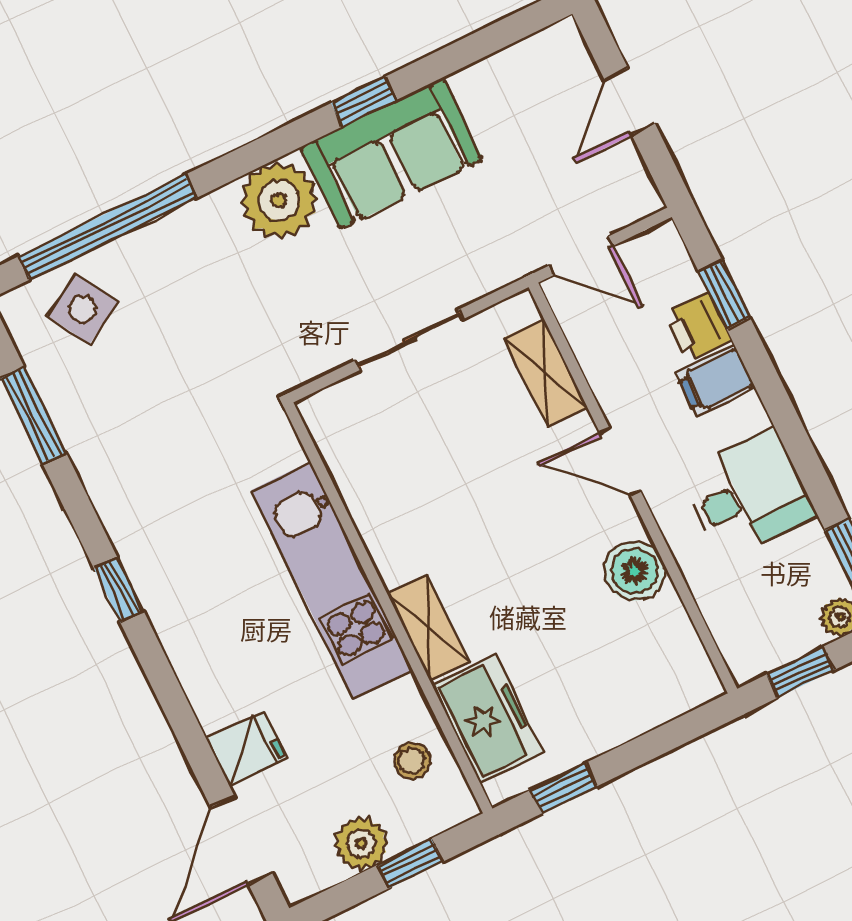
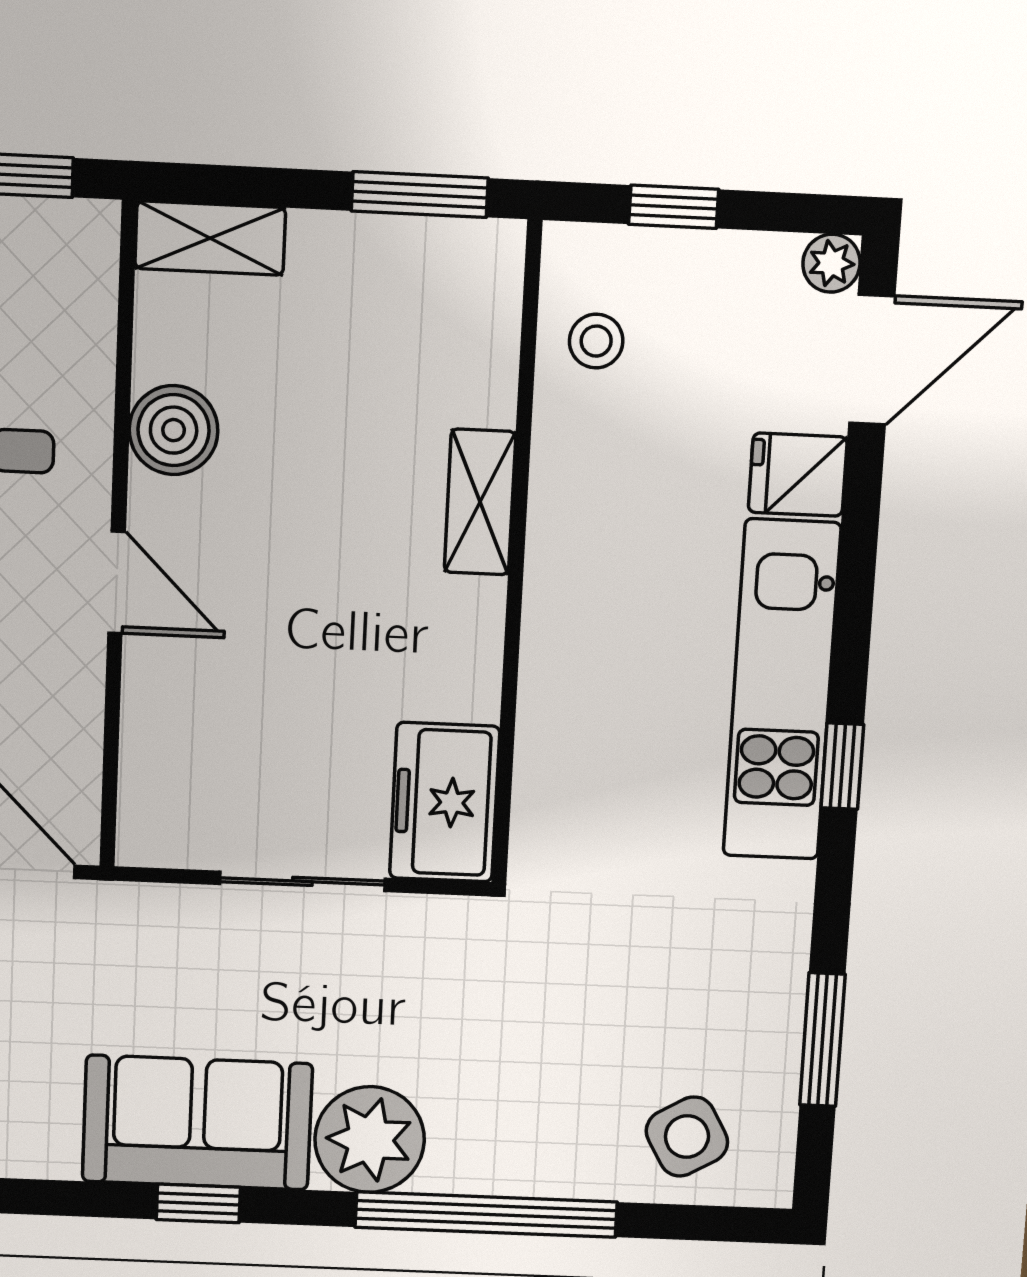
window: (107, 227) -> (486, 1215), moved
shelving: (546, 373) -> (210, 238), moved, turned 90
kitchen unit: (332, 581) -> (782, 690), moved, turned 180
freezer: (488, 719) -> (445, 802), moved
window: (564, 788) -> (420, 194), width x1.50
plant: (361, 844) -> (831, 263), moved, width x0.73, depth x0.73

